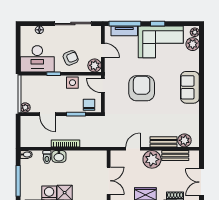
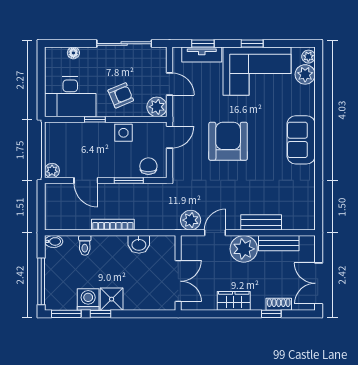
window: (125, 24) -> (203, 44), width x0.46
door: (103, 85) -> (169, 137), swing flipped
plant: (184, 140) -> (191, 220), moved
washbasin: (59, 156) -> (139, 244), moved

